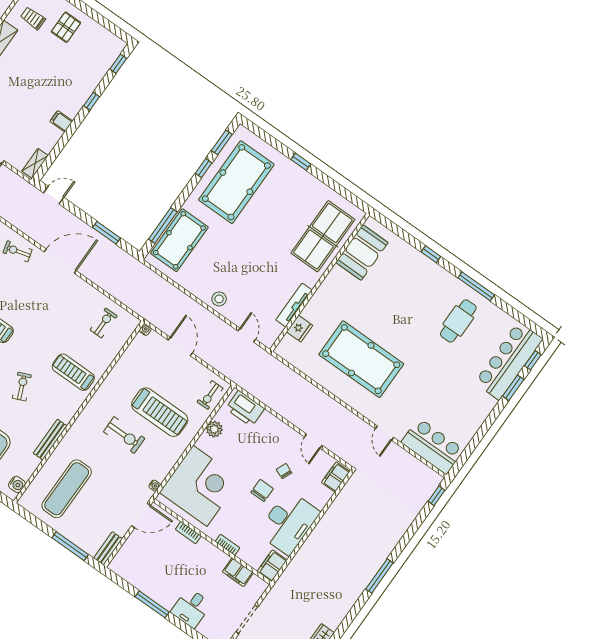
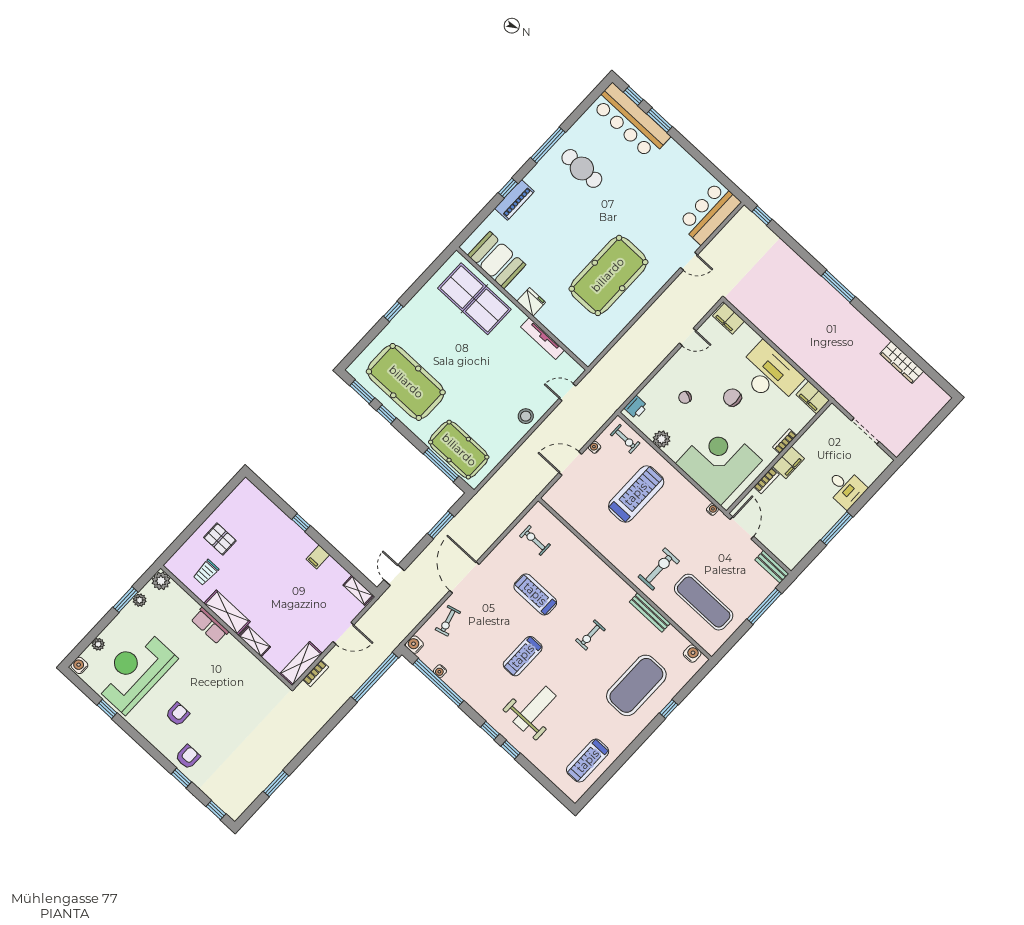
window: (118, 64) -> (265, 489), removed
piano: (421, 262) -> (514, 200), added
fridge: (300, 329) -> (531, 302), moved
water cooler: (145, 330) -> (595, 447), moved
treadmill: (73, 372) -> (535, 594), moved, turned 90
exercise bike: (22, 387) -> (590, 635), turned -67
printer: (245, 409) -> (636, 407), width x0.53, depth x0.68
exercise bike: (124, 435) -> (659, 569), moved
chair: (284, 471) -> (685, 397), moved
filing cabinet: (238, 572) -> (788, 463), moved

